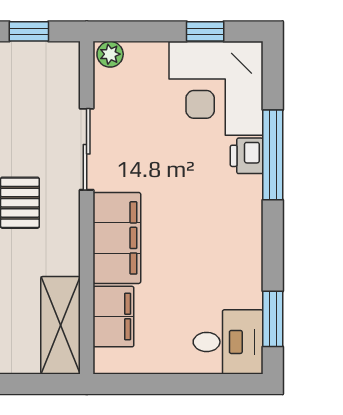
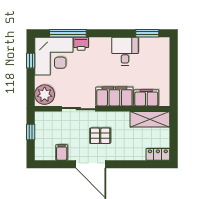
plant: (110, 54) -> (45, 95), width x1.88, depth x1.88
window: (273, 155) -> (68, 33), moved
desk: (228, 342) -> (125, 51), moved

